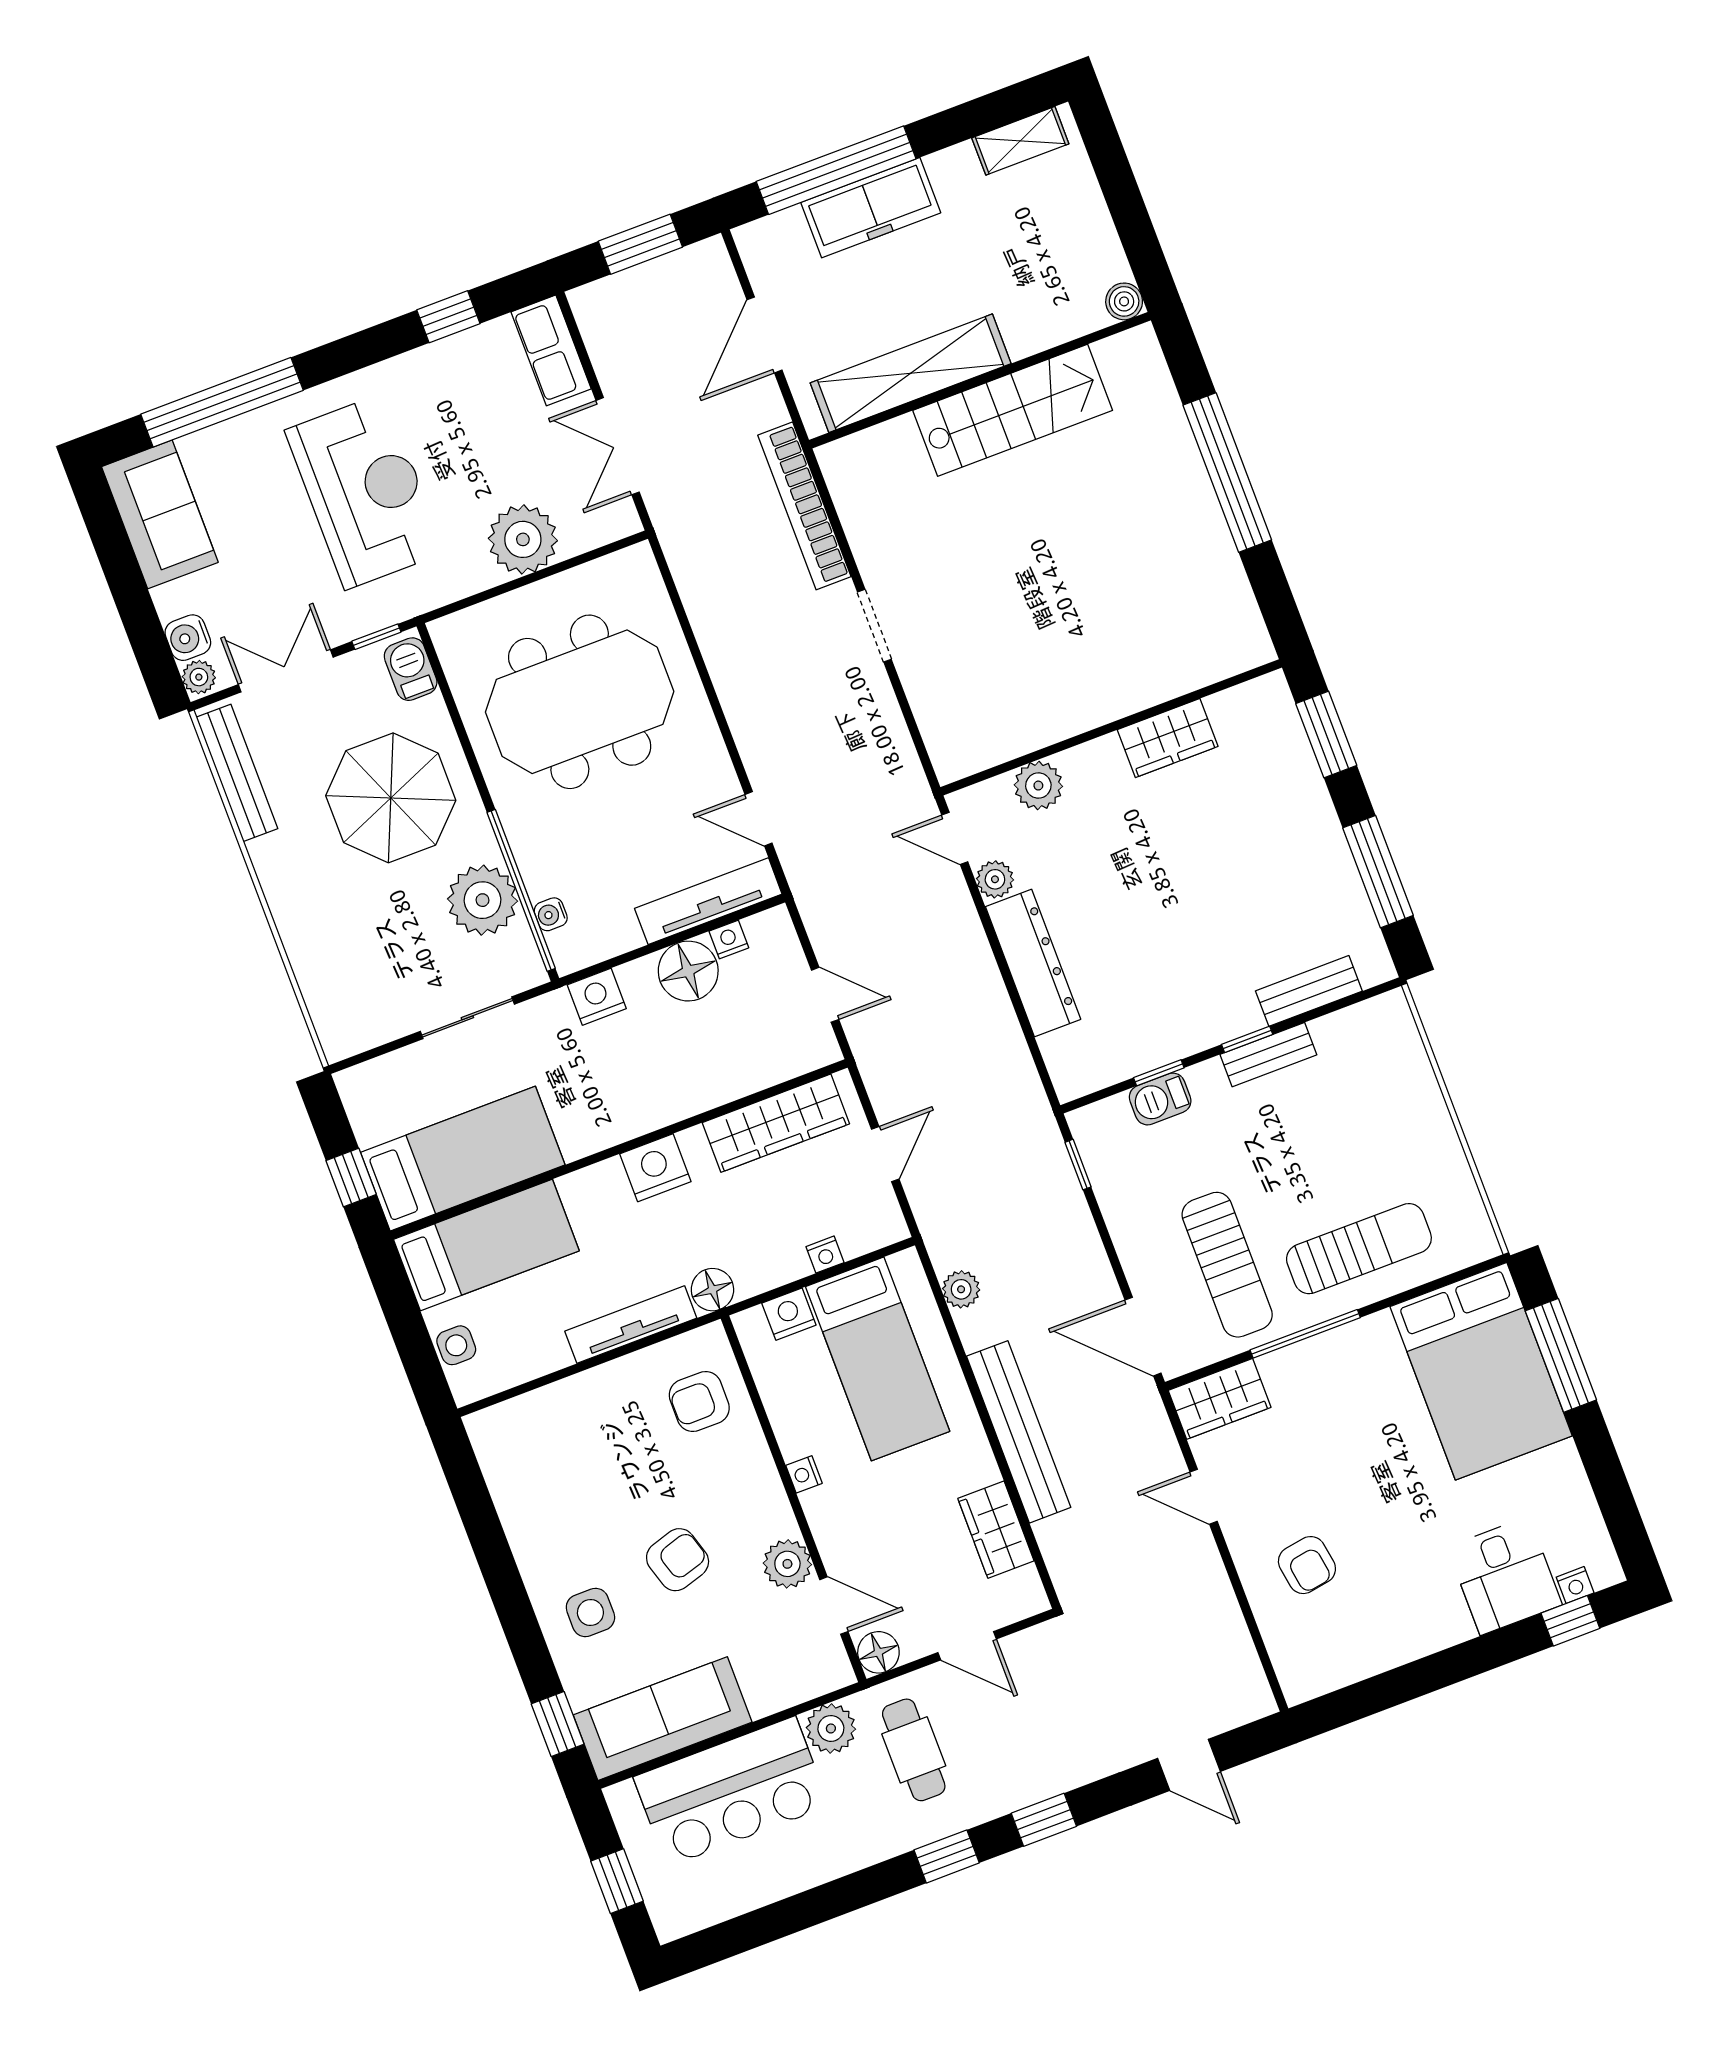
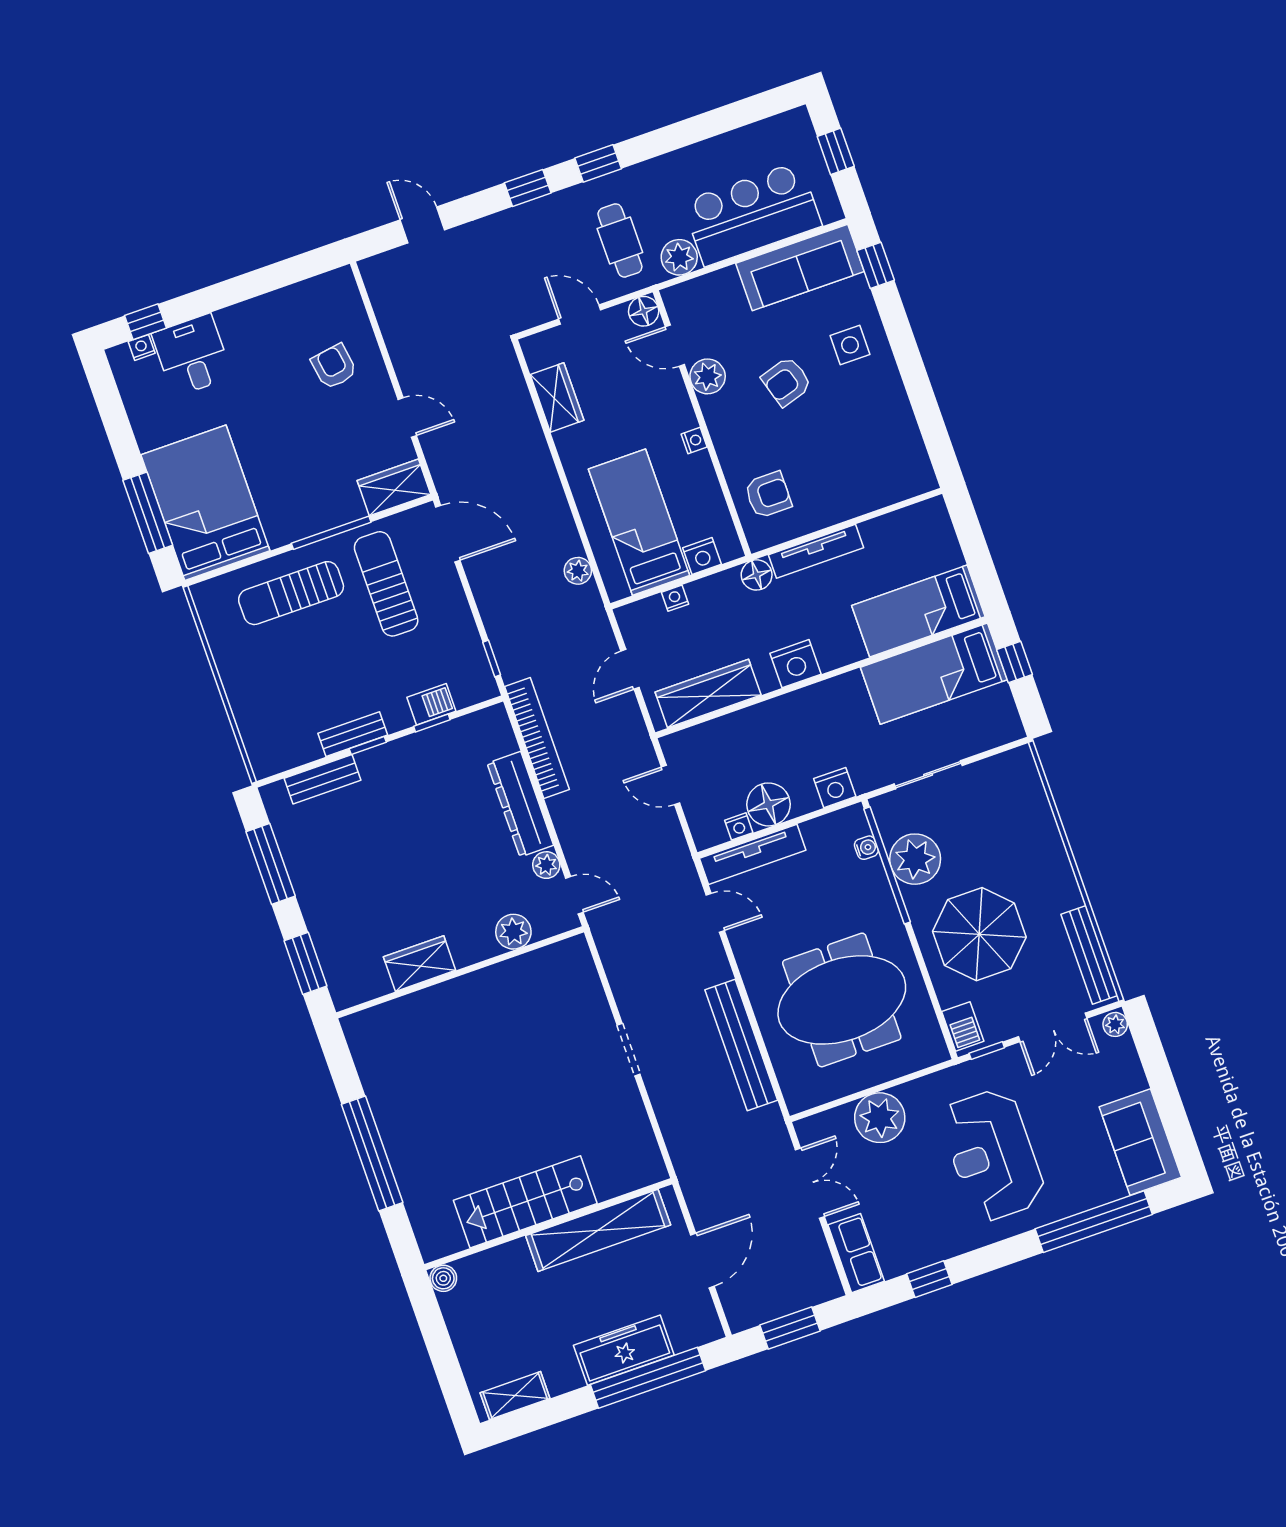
bookcase: (804, 506) -> (537, 738), moved
water cooler: (188, 638) -> (1122, 1053), removed
side table: (456, 1345) -> (942, 539), removed
bench: (1019, 1432) -> (741, 1045), moved

